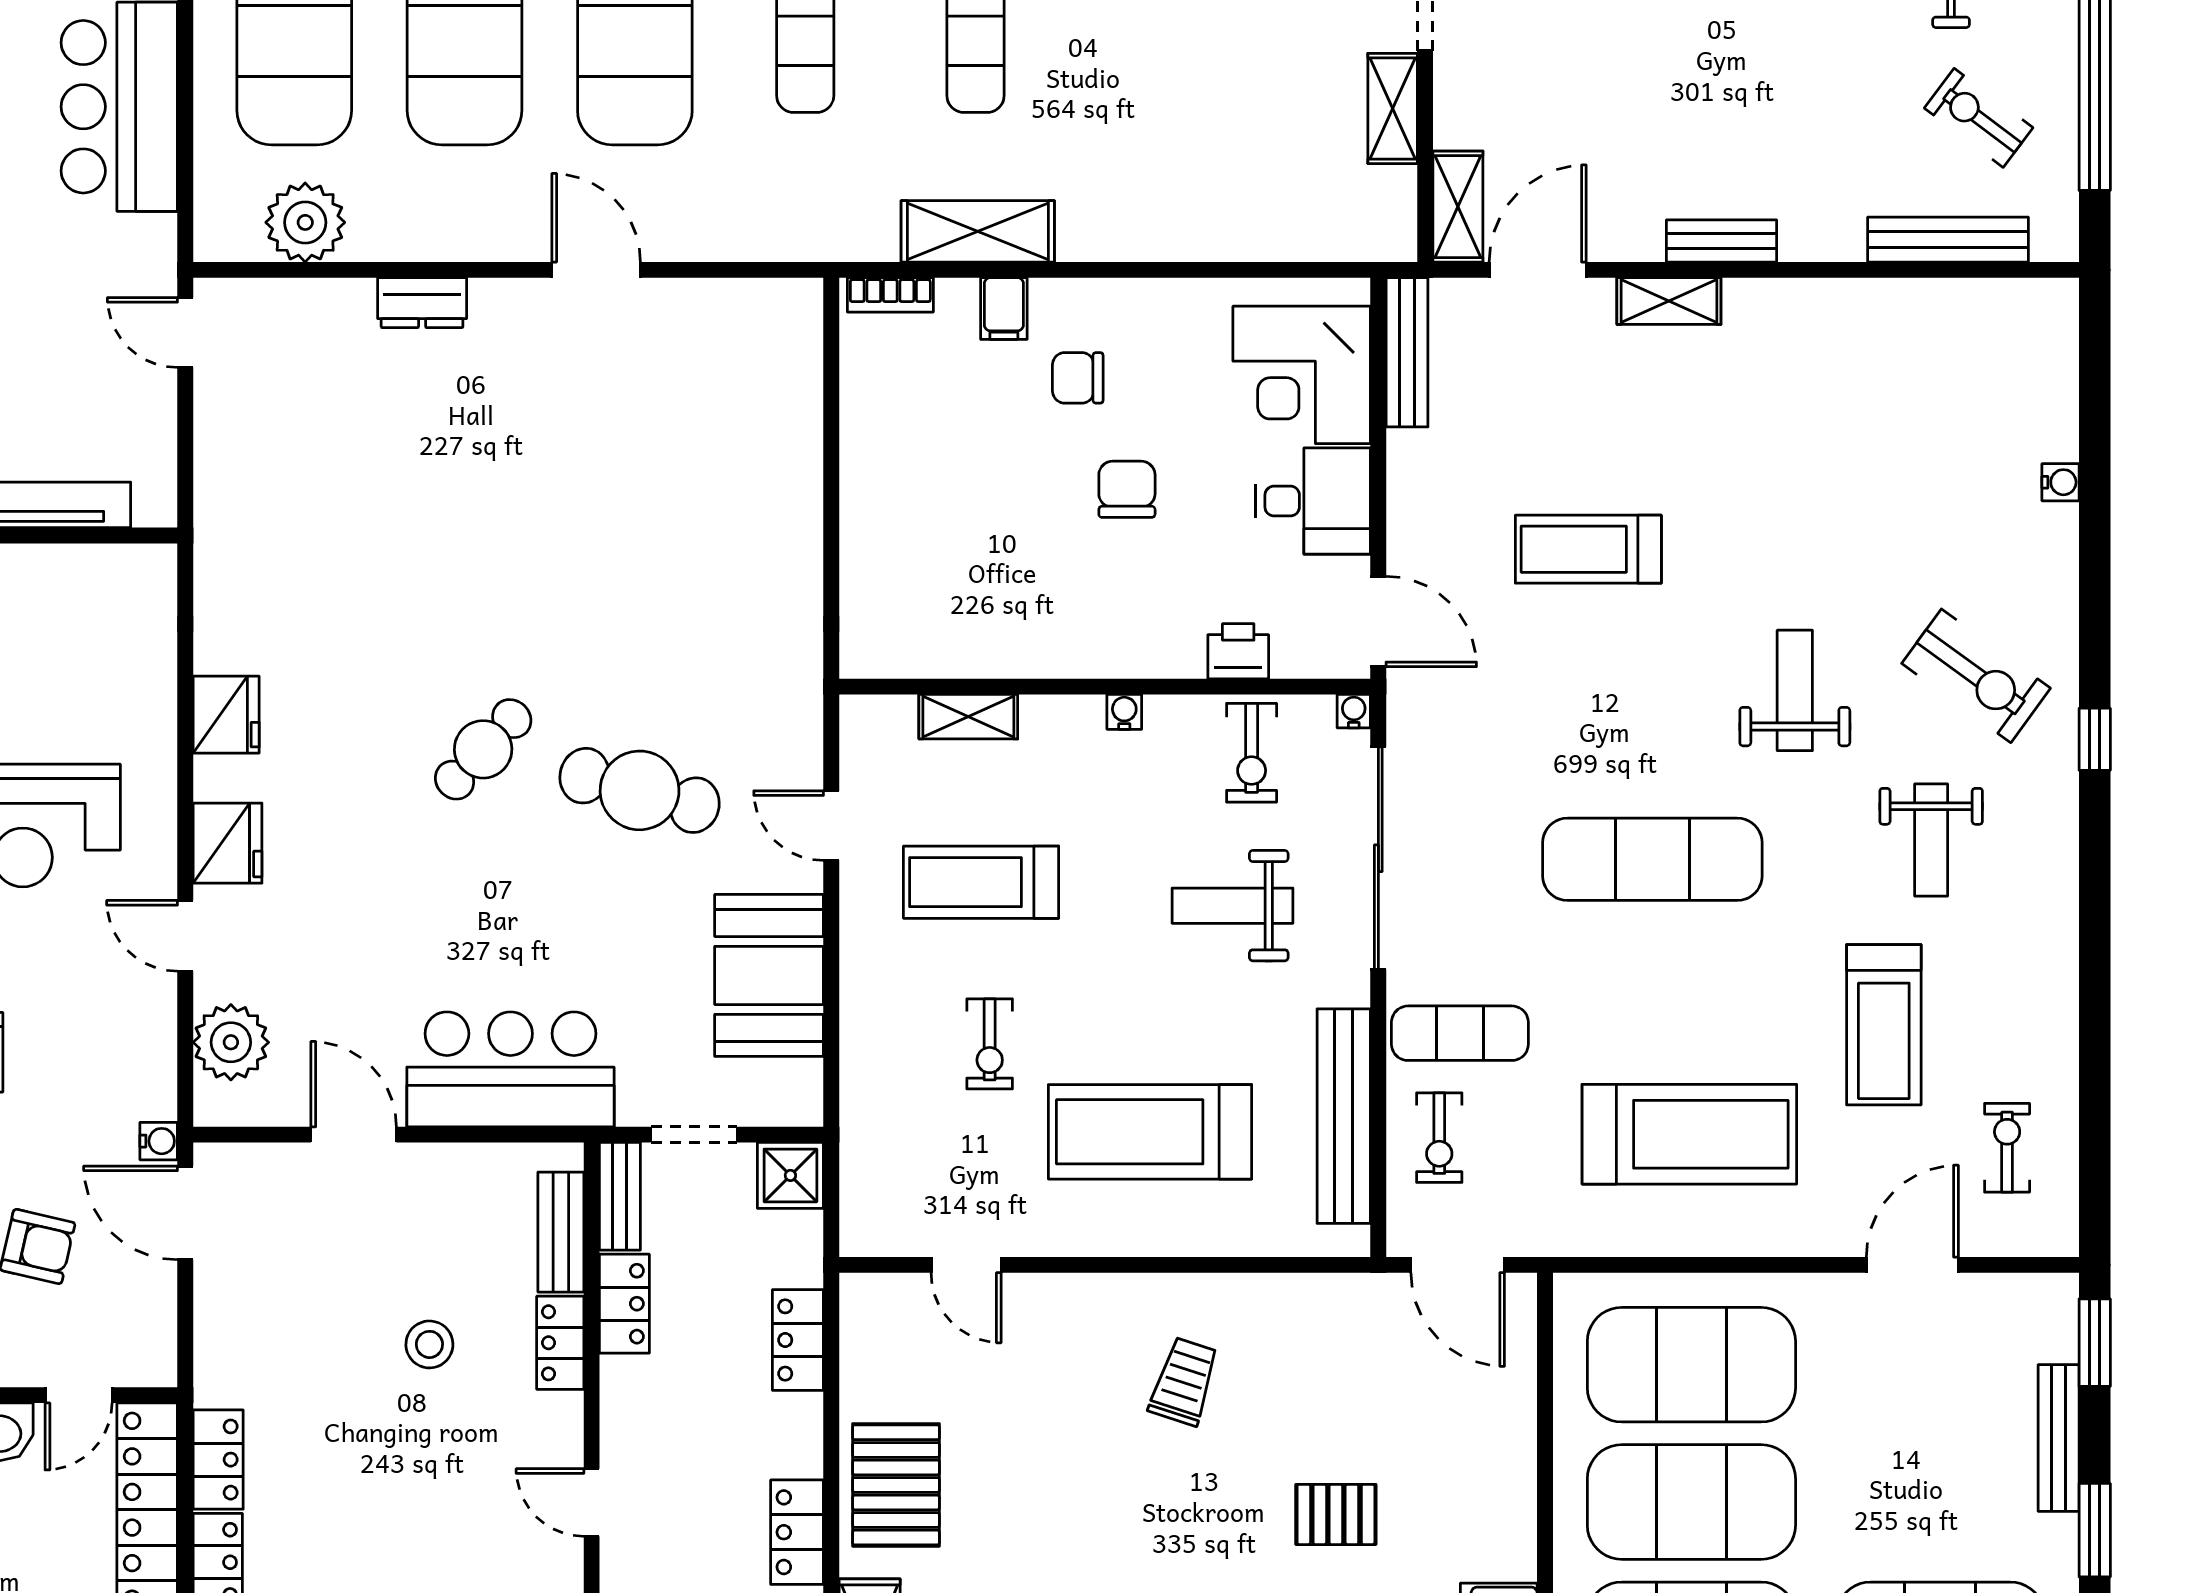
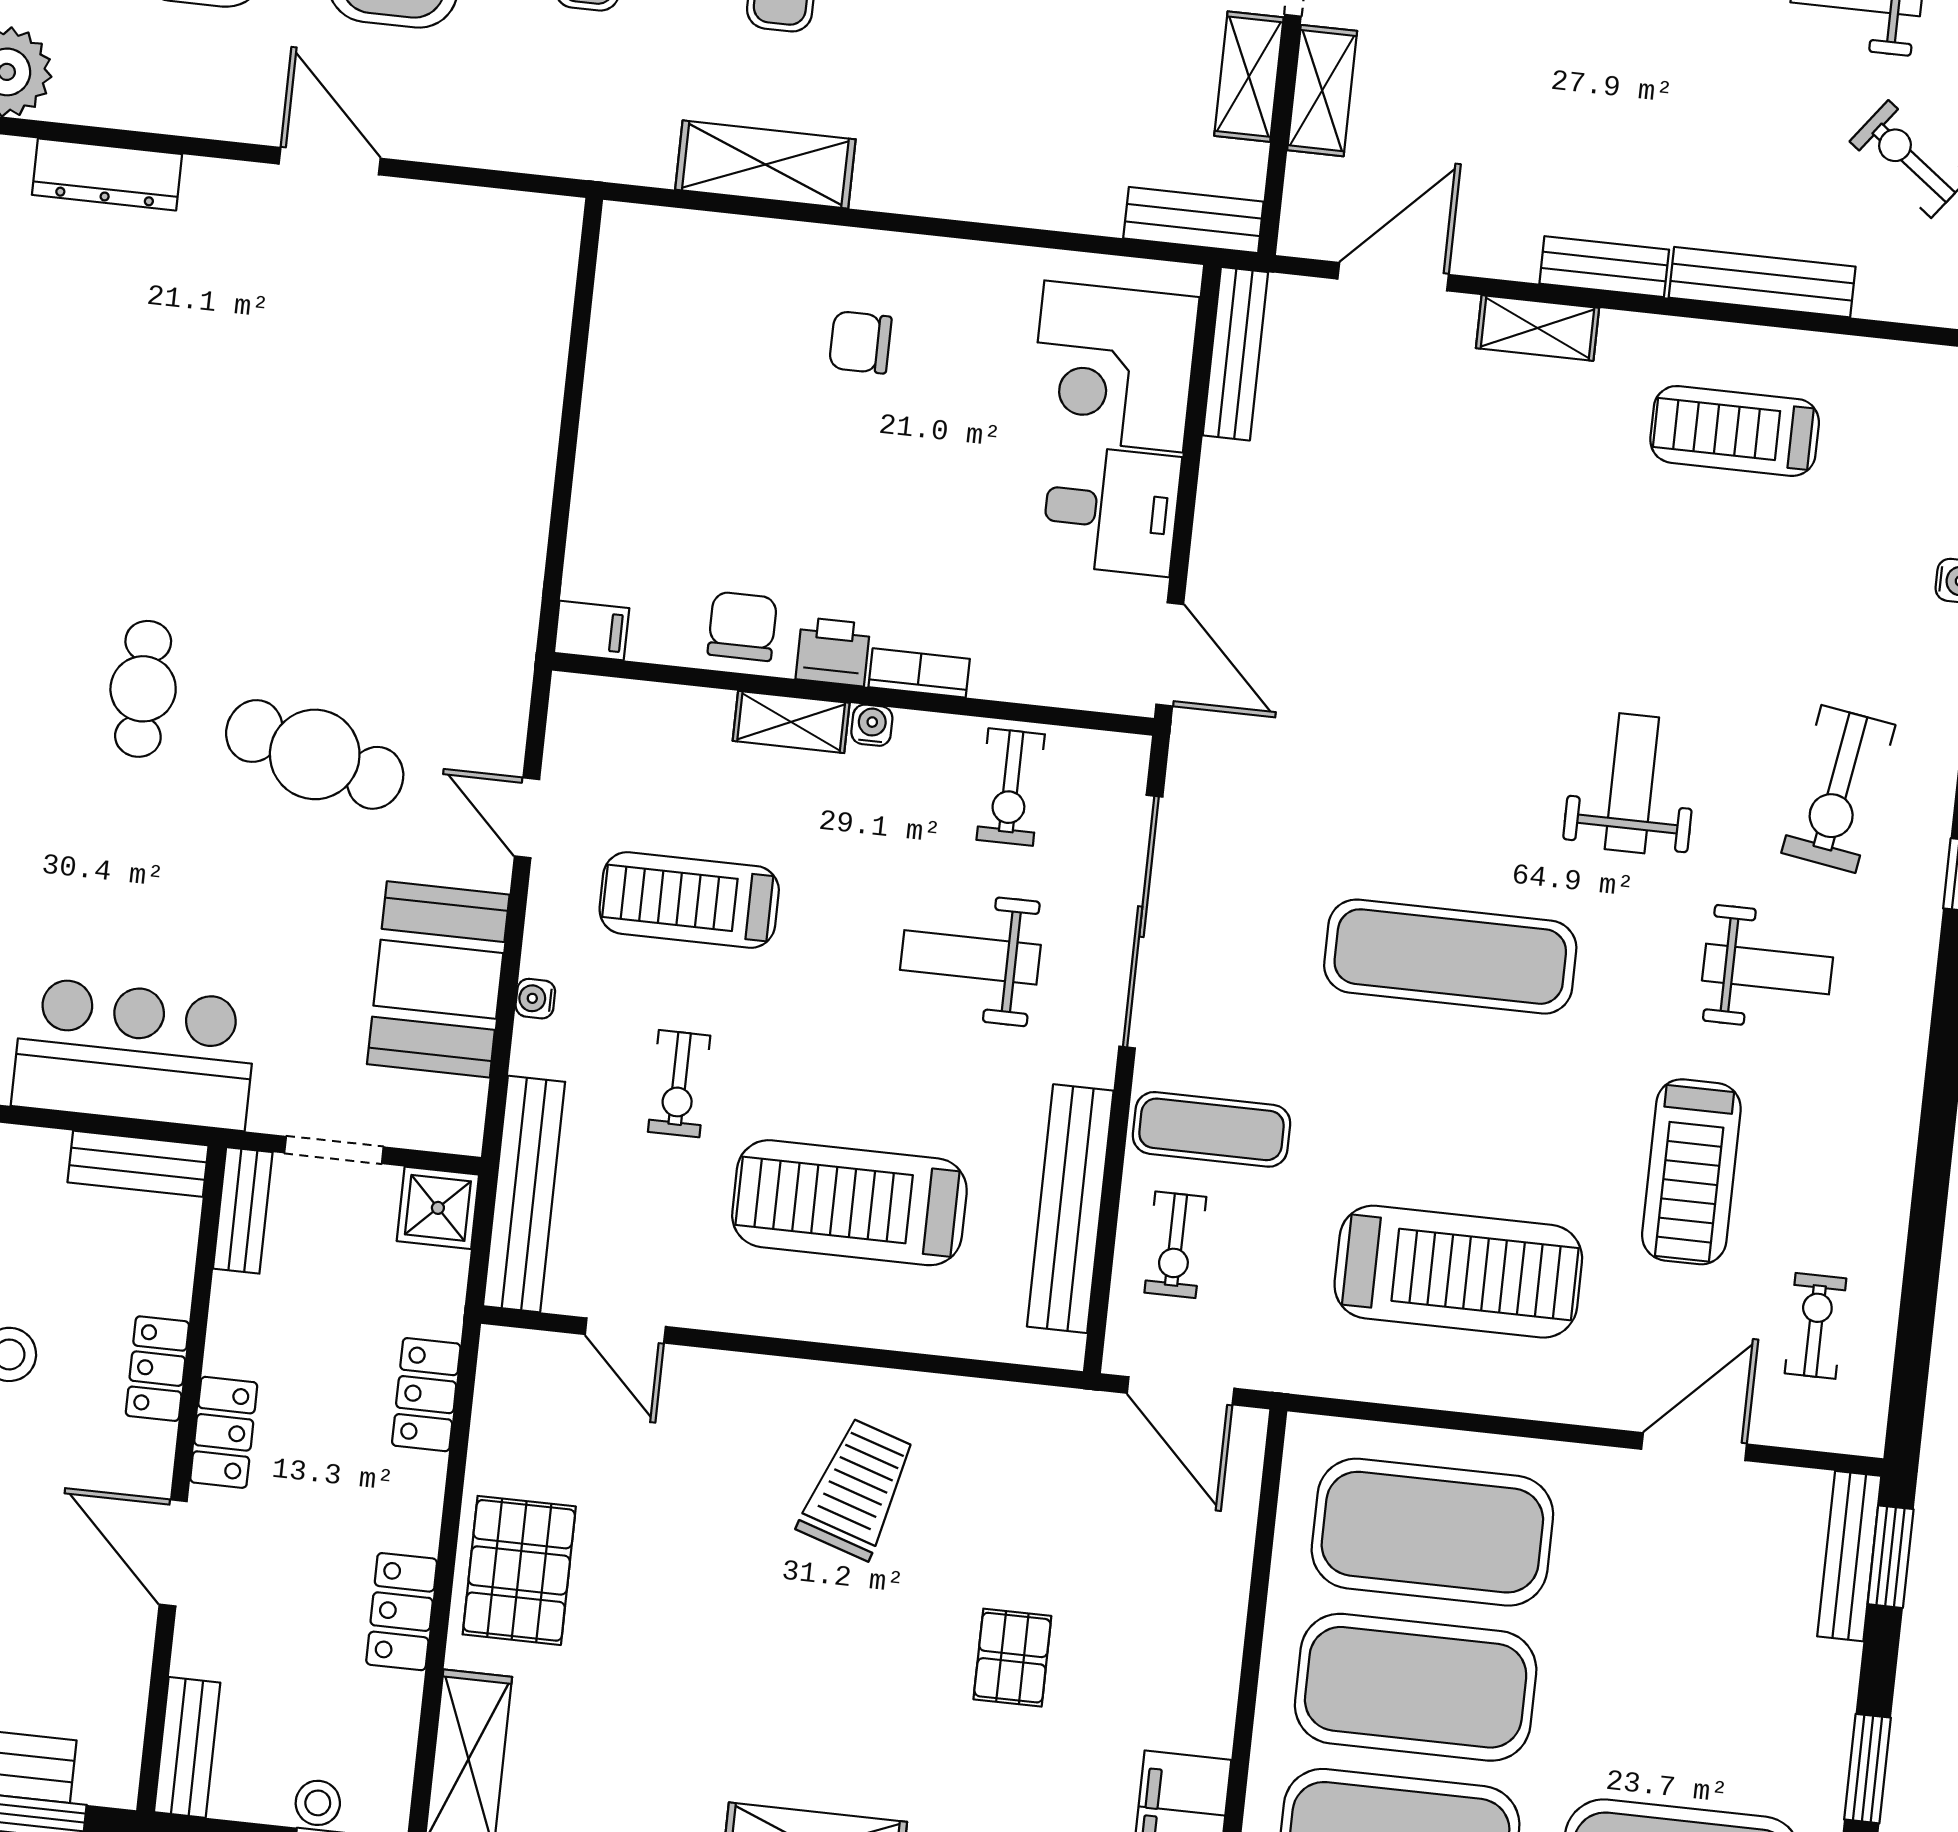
shelving: (1458, 207) -> (1322, 91), moved
bench: (1358, 239) -> (1193, 220), added
bench: (1948, 240) -> (1762, 282), moved
bookcase: (890, 295) -> (919, 673), moved, turned 180
dresser: (422, 303) -> (107, 174), width x1.44
filing cabinet: (1004, 309) -> (592, 630), moved, turned -90
chair: (1127, 489) -> (742, 626), moved
treadmill: (1588, 549) -> (1735, 431), moved
printer: (1238, 651) -> (833, 652), moved
exercise bike: (1976, 676) -> (1838, 789), turned 63
water cooler: (1354, 711) -> (535, 999), moved, turned -90
shelving: (968, 717) -> (791, 722), moved
cafe table: (483, 749) -> (143, 689), turned -43
weight bench: (1931, 840) -> (1767, 969), turned -90
bench: (864, 1155) -> (524, 1194), added
bench: (561, 1232) -> (138, 1164), moved, turned 90
locker: (624, 1304) -> (224, 1432), moved
trolley: (1184, 1381) -> (857, 1489), width x1.36, depth x1.39
bench: (2059, 1438) -> (1849, 1556), moved
door: (592, 1503) -> (173, 1553), width x1.38
pallet: (1336, 1514) -> (1012, 1658), turned 90

